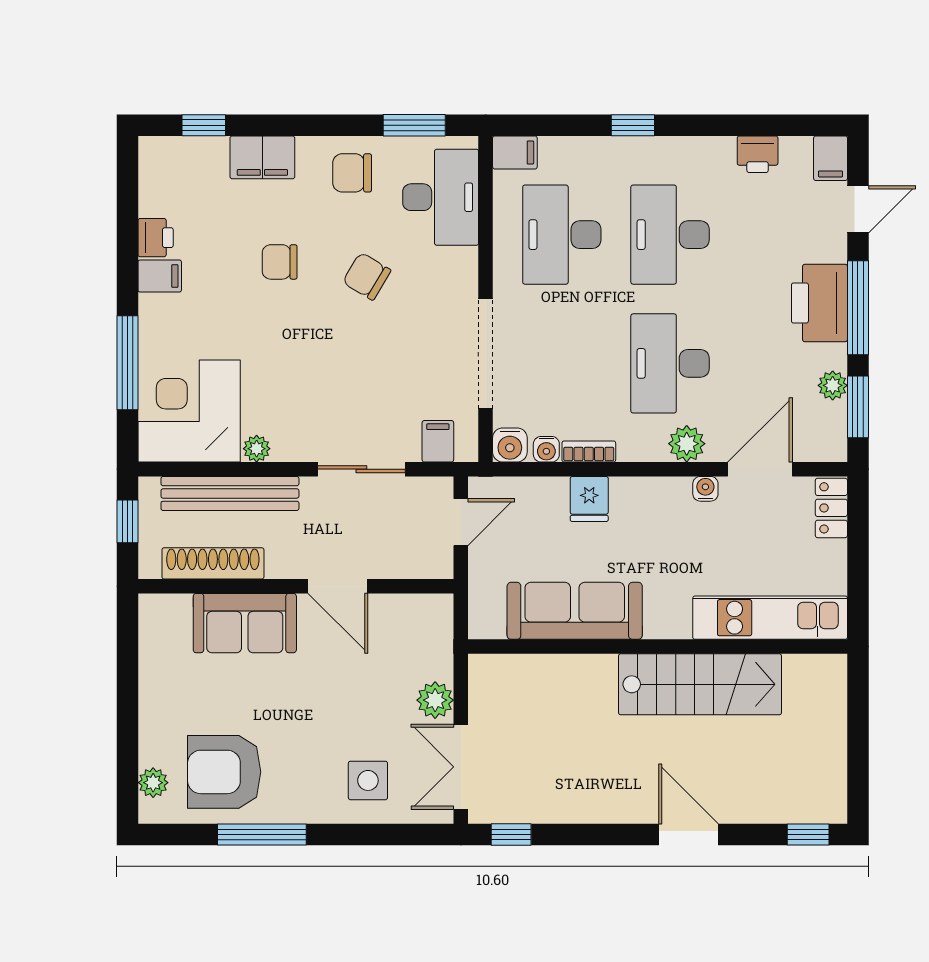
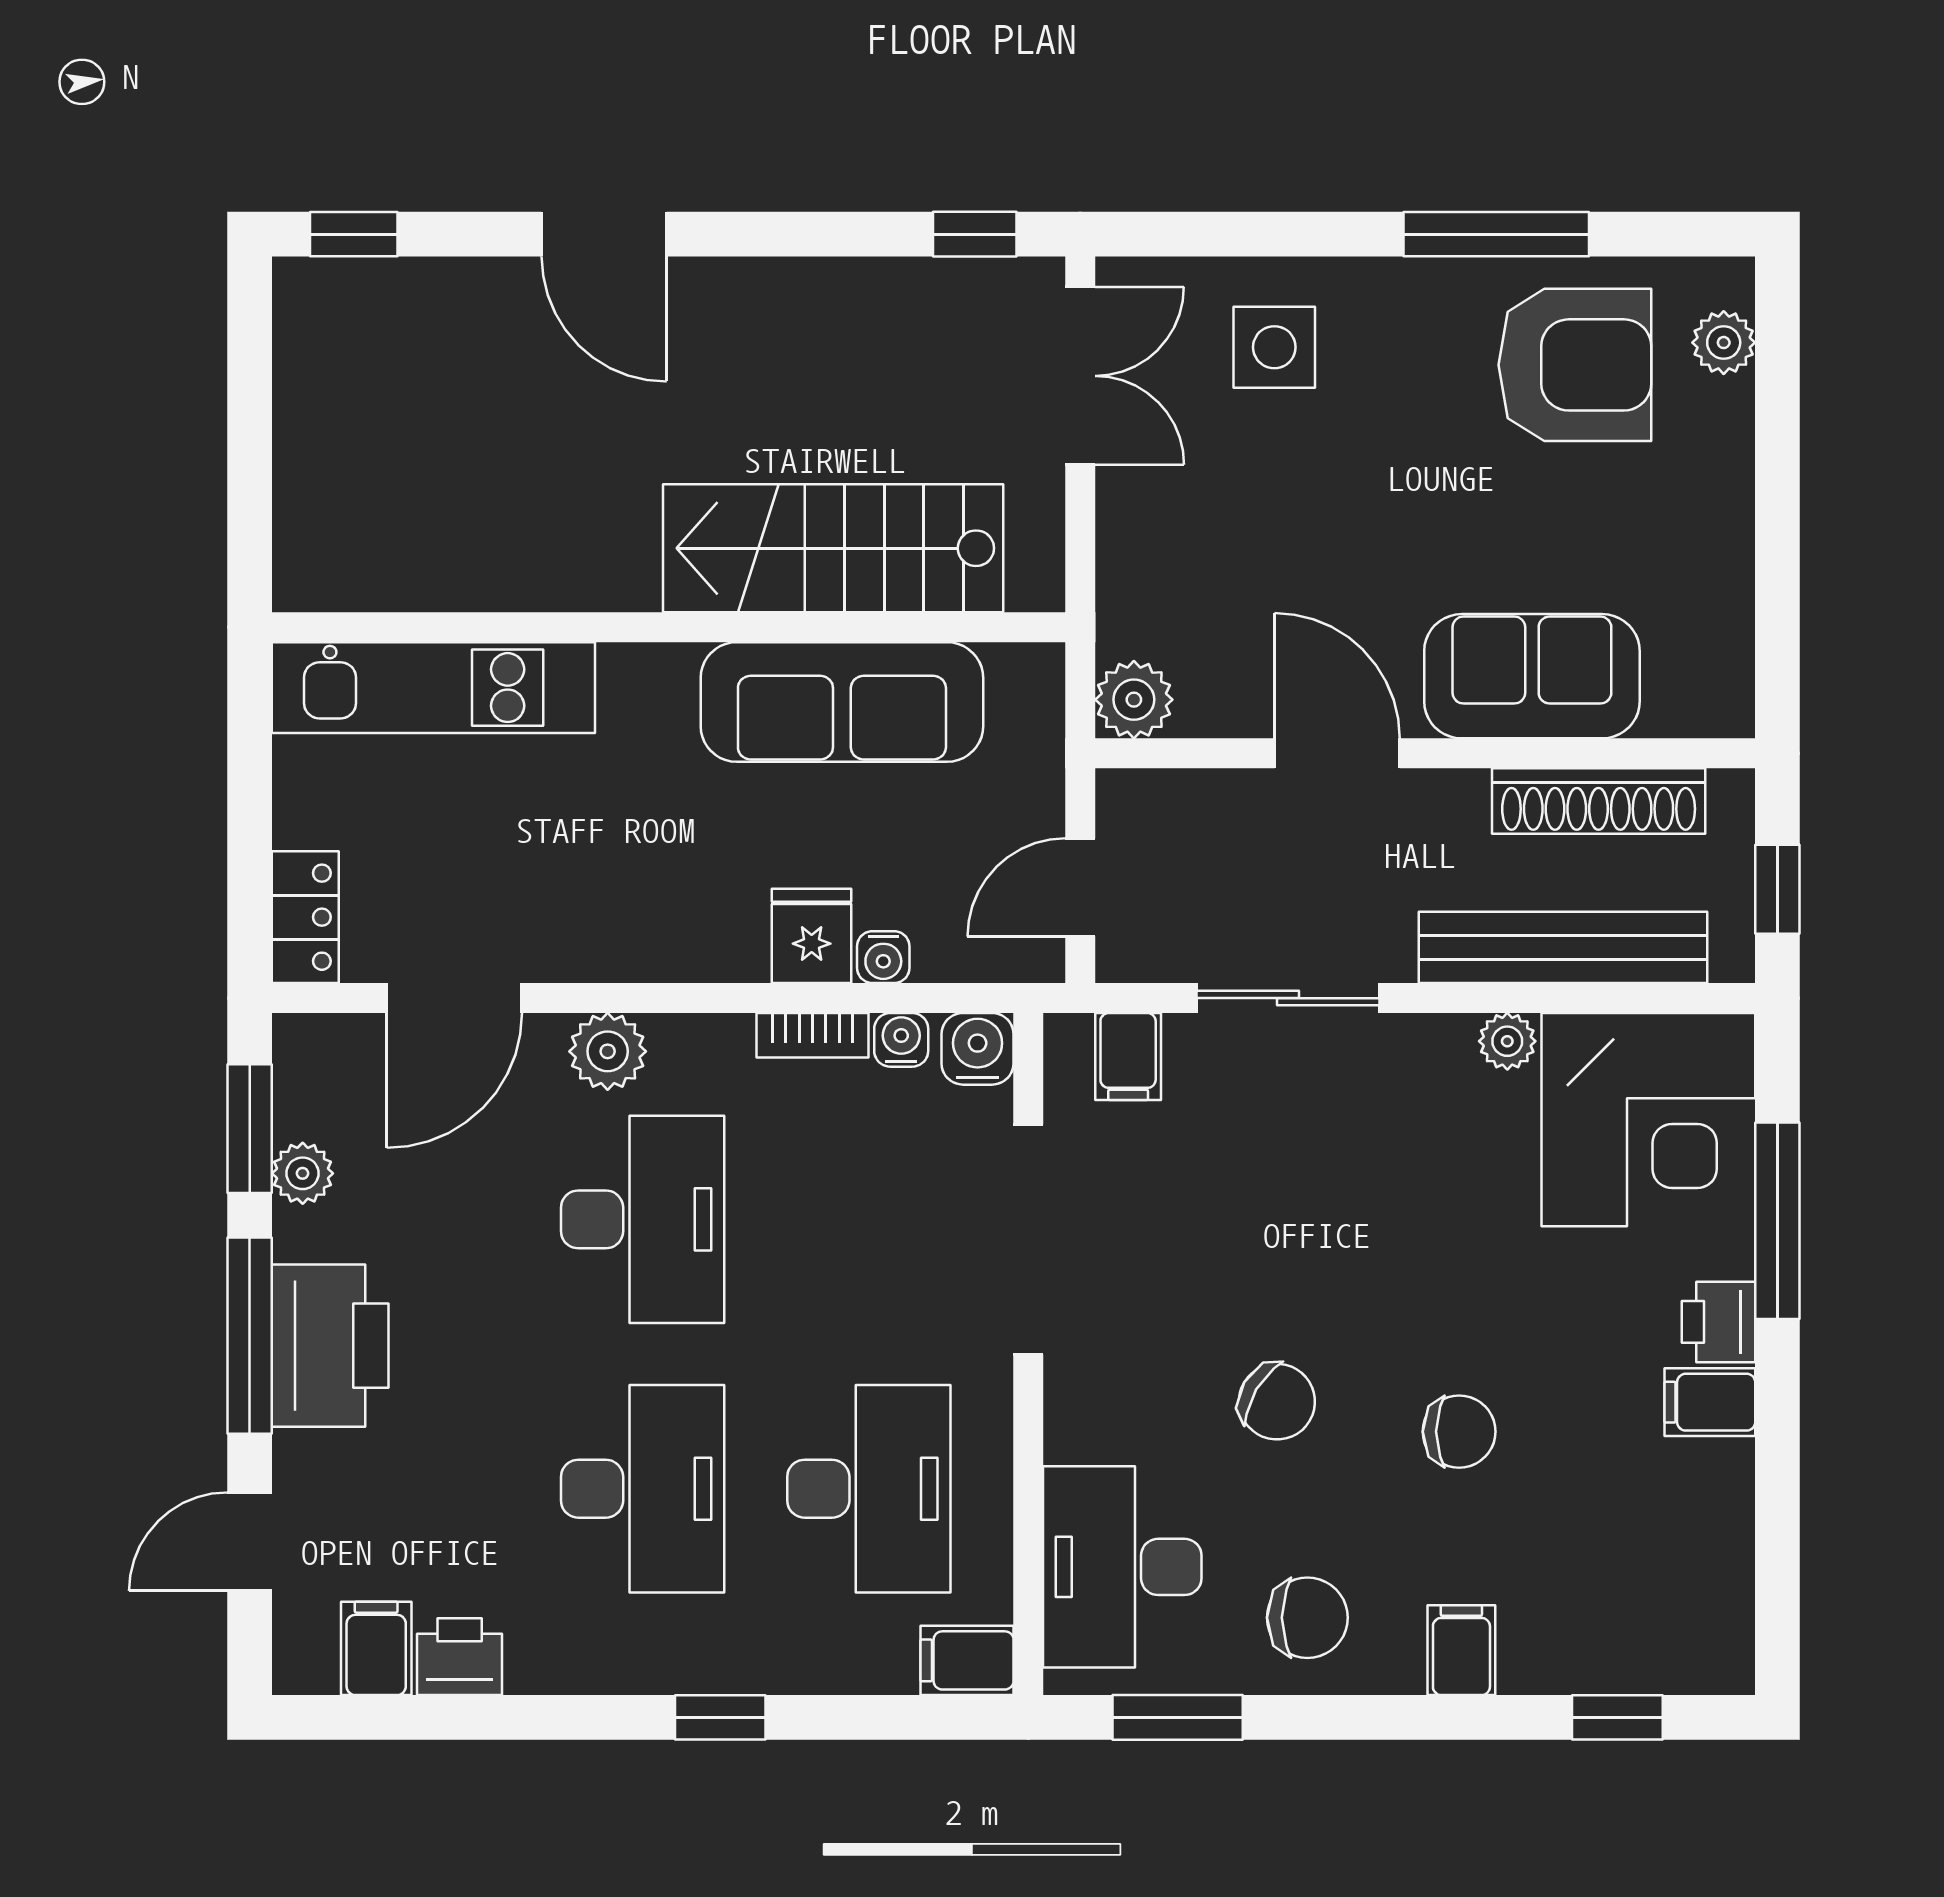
filing cabinet: (262, 157) -> (1461, 1650), width x0.50
filing cabinet: (831, 158) -> (376, 1648), moved
printer: (156, 238) -> (1718, 1322), moved
water cooler: (705, 489) -> (883, 957), moved
stairs: (700, 684) -> (833, 548), moved
plant: (435, 700) -> (1134, 700), moved

